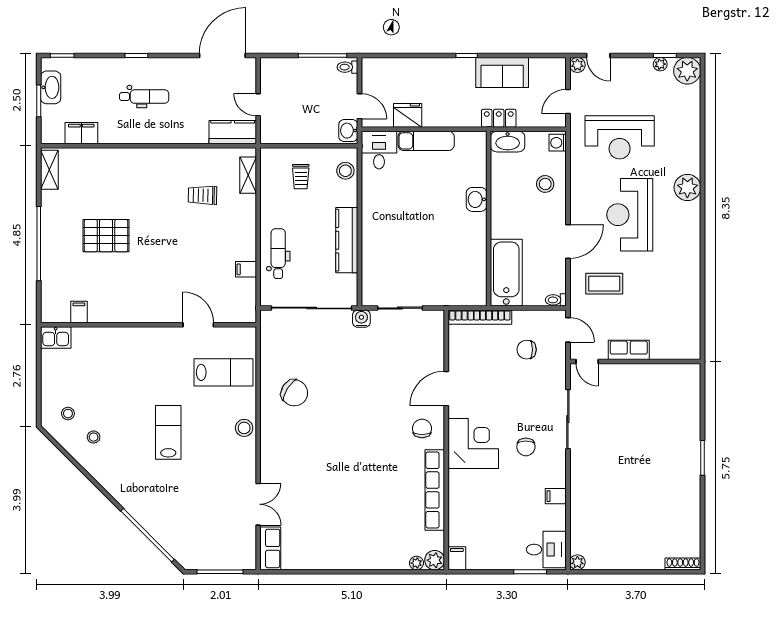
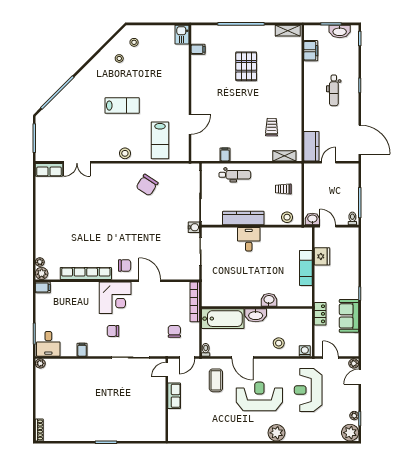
door: (360, 106) -> (328, 226), swing flipped
washbasin: (508, 142) -> (256, 315), moved, turned -90
desk: (379, 150) -> (249, 239), moved, turned -90

